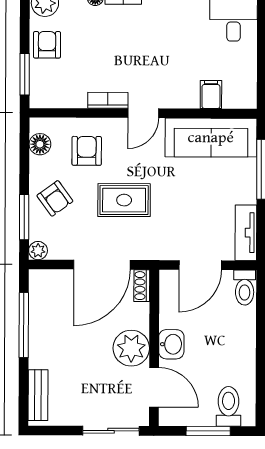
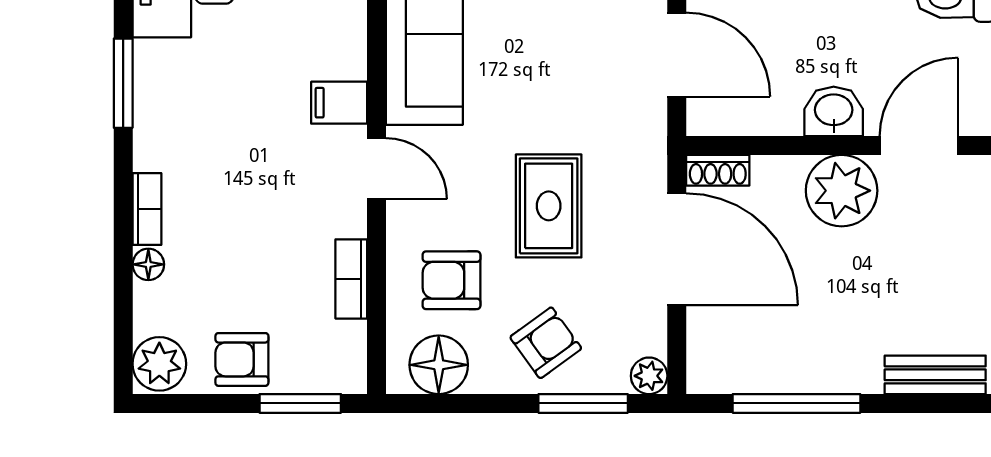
filing cabinet: (211, 95) -> (339, 103), moved
bookcase: (108, 100) -> (351, 279), moved
floor lamp: (40, 144) -> (439, 365), width x1.38, depth x1.38

